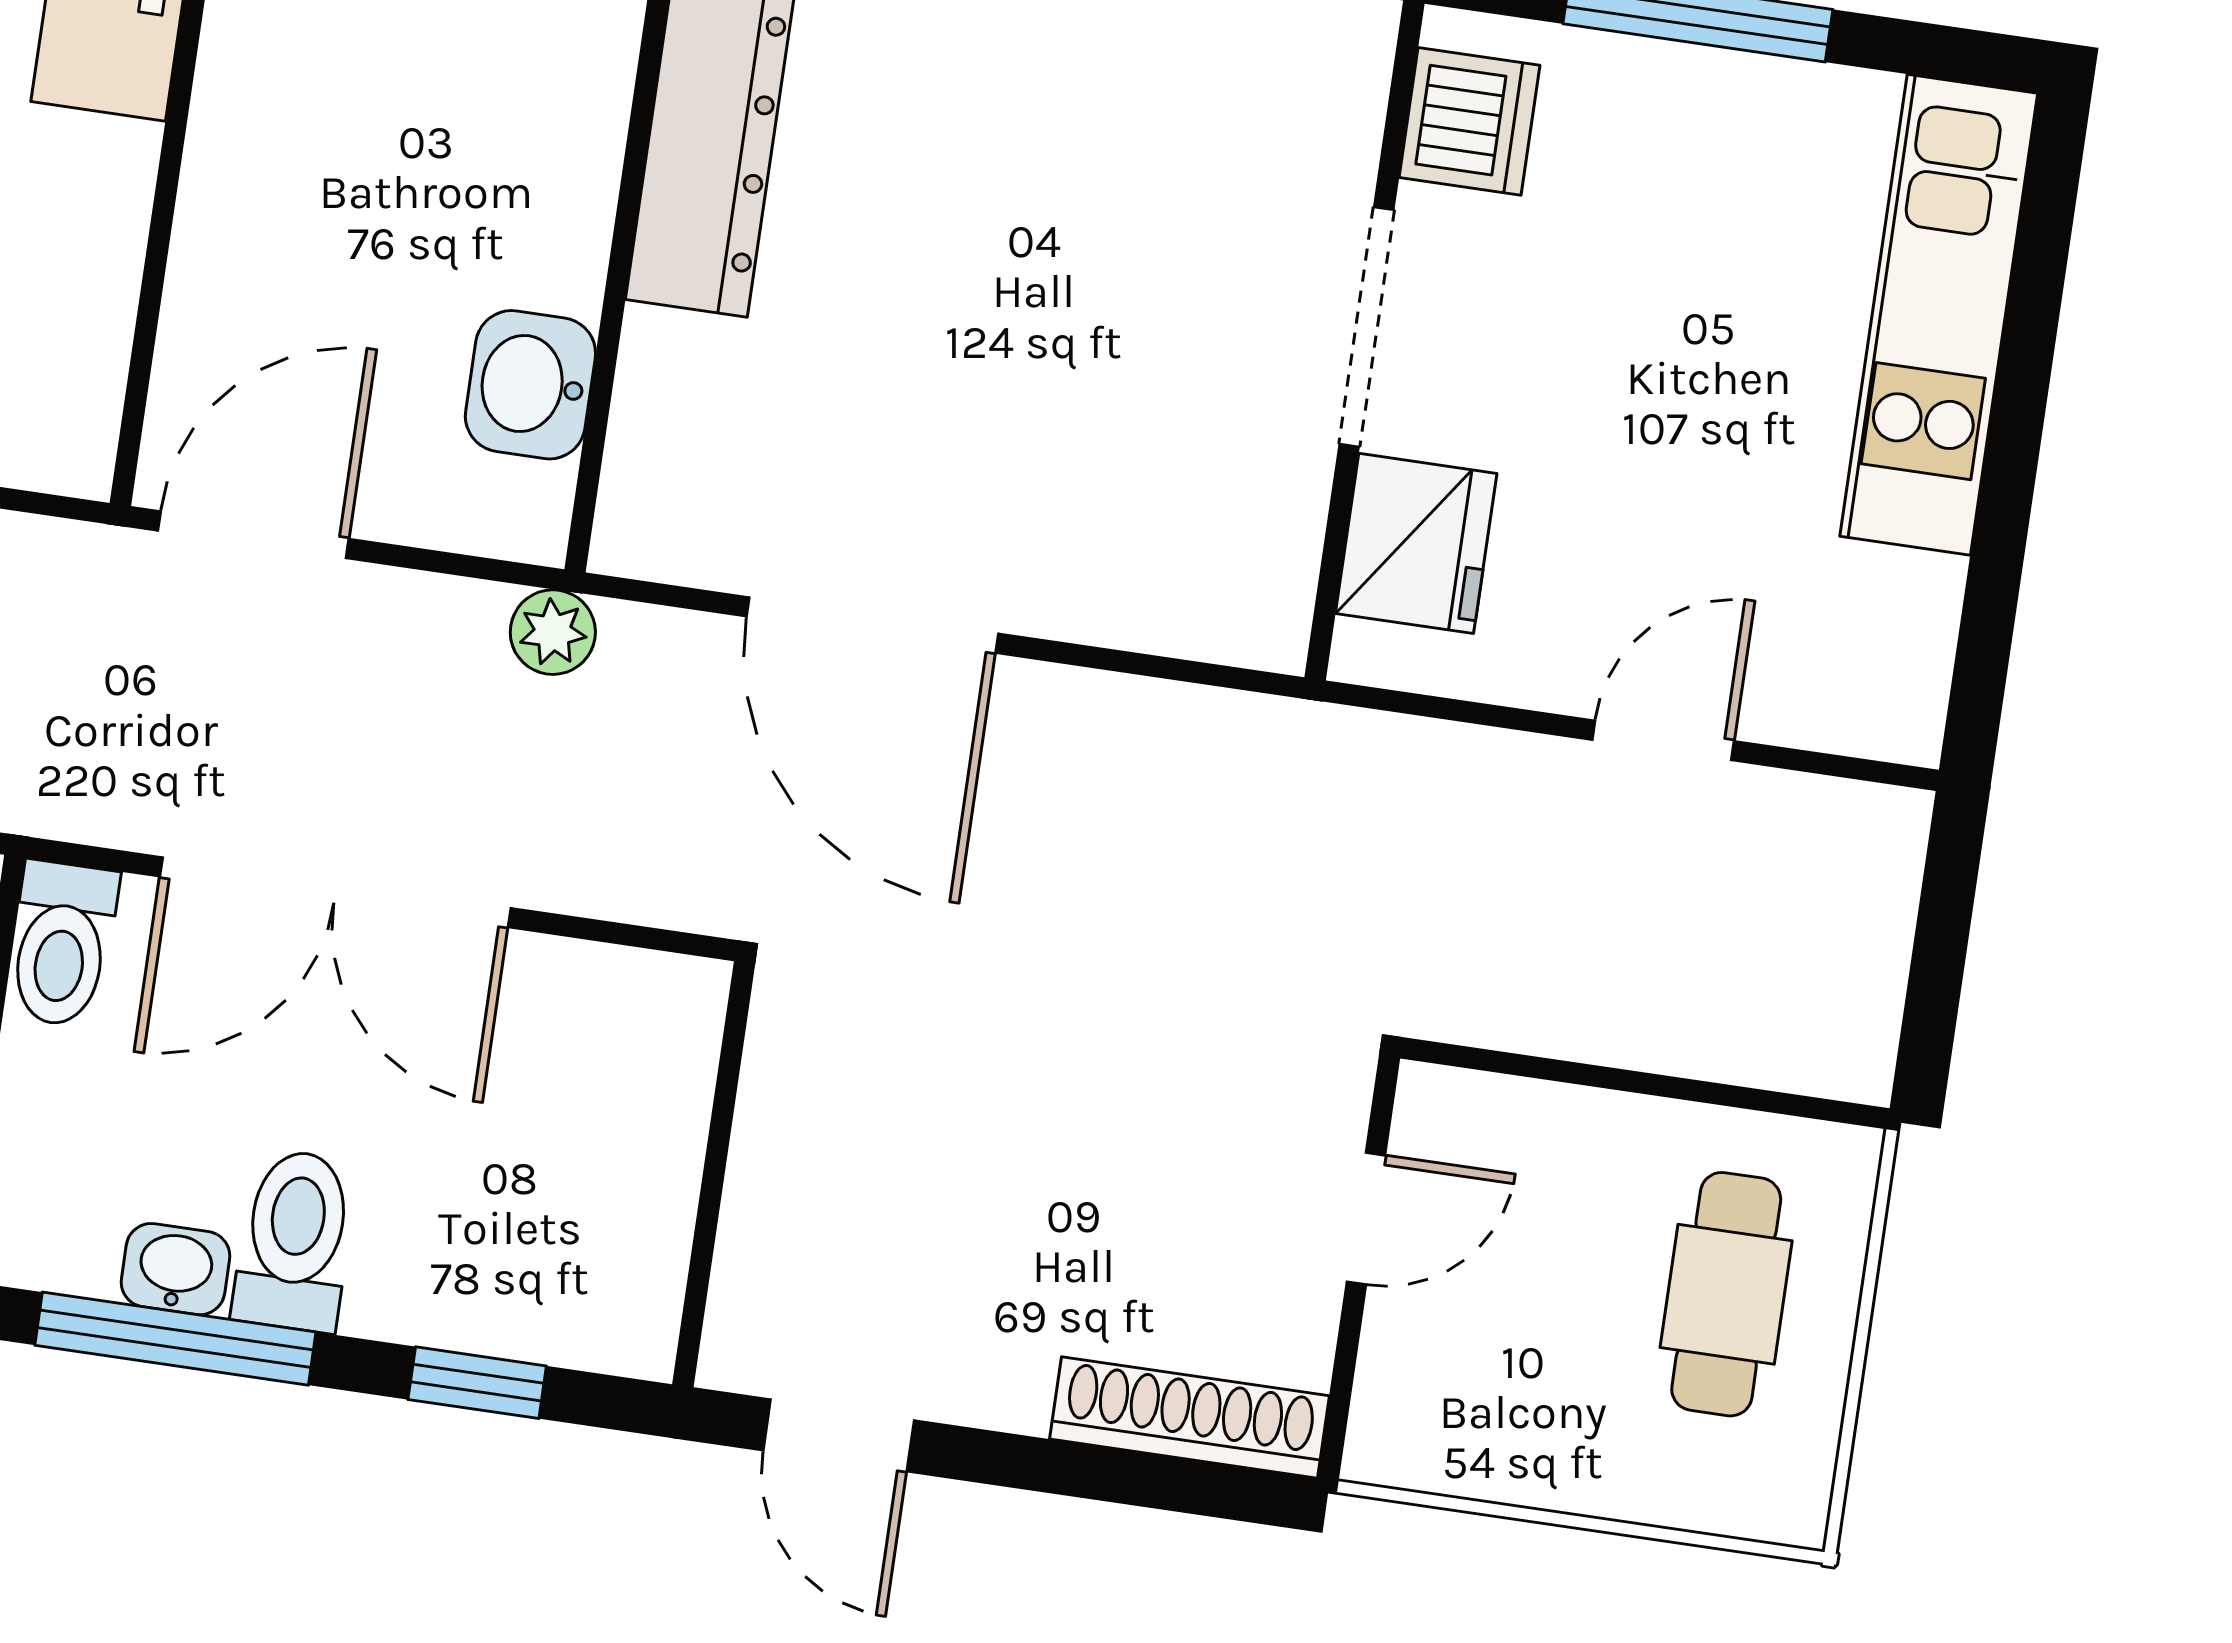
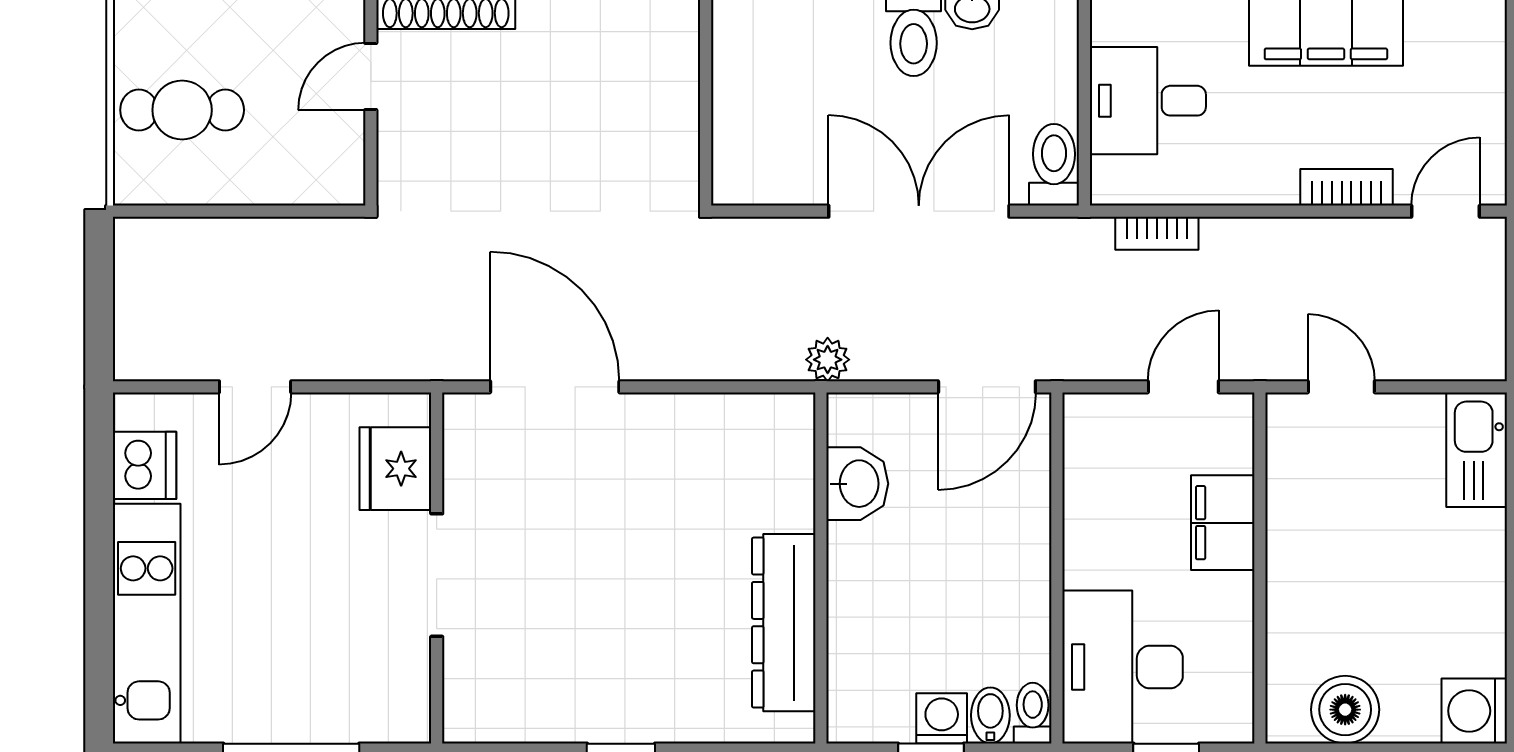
dishwasher: (1469, 121) -> (144, 465), moved, turned 180
door: (872, 625) -> (555, 387), moved
door: (1366, 1218) -> (371, 76), moved
cafe table: (1726, 1294) -> (182, 110), turned 90

